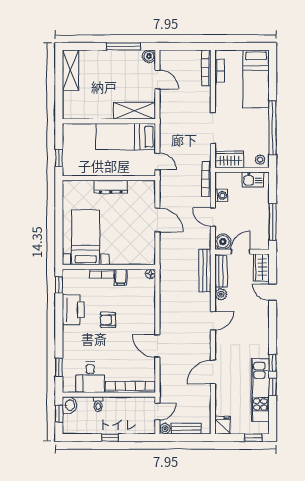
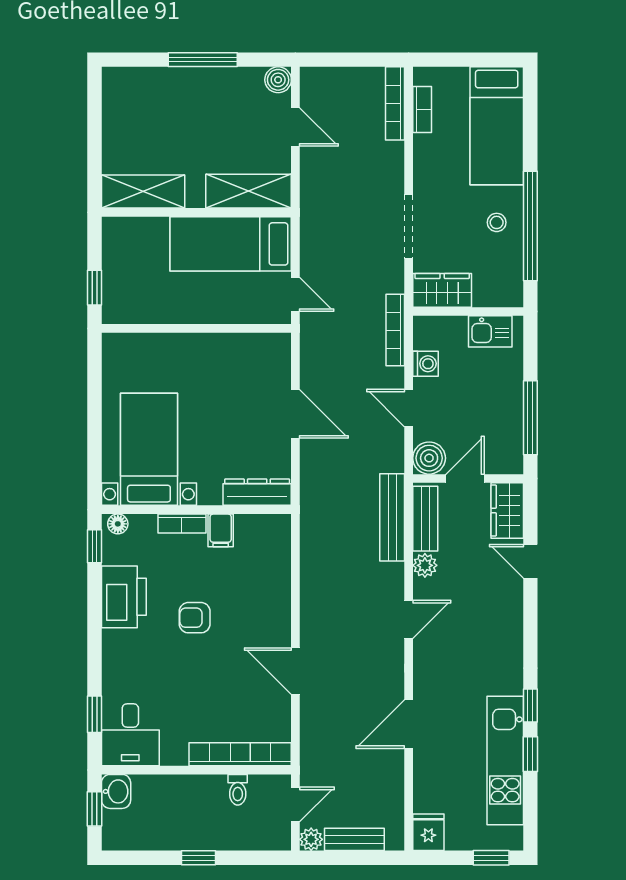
window: (123, 46) -> (203, 60), moved
shelving: (71, 70) -> (143, 192), moved, turned 90
stool: (260, 160) -> (497, 222), moved
dresser: (111, 187) -> (257, 492), moved, turned 180
floor lamp: (150, 274) -> (118, 524), moved
desk: (90, 377) -> (130, 735), moved
toilet: (98, 404) -> (238, 790), moved

